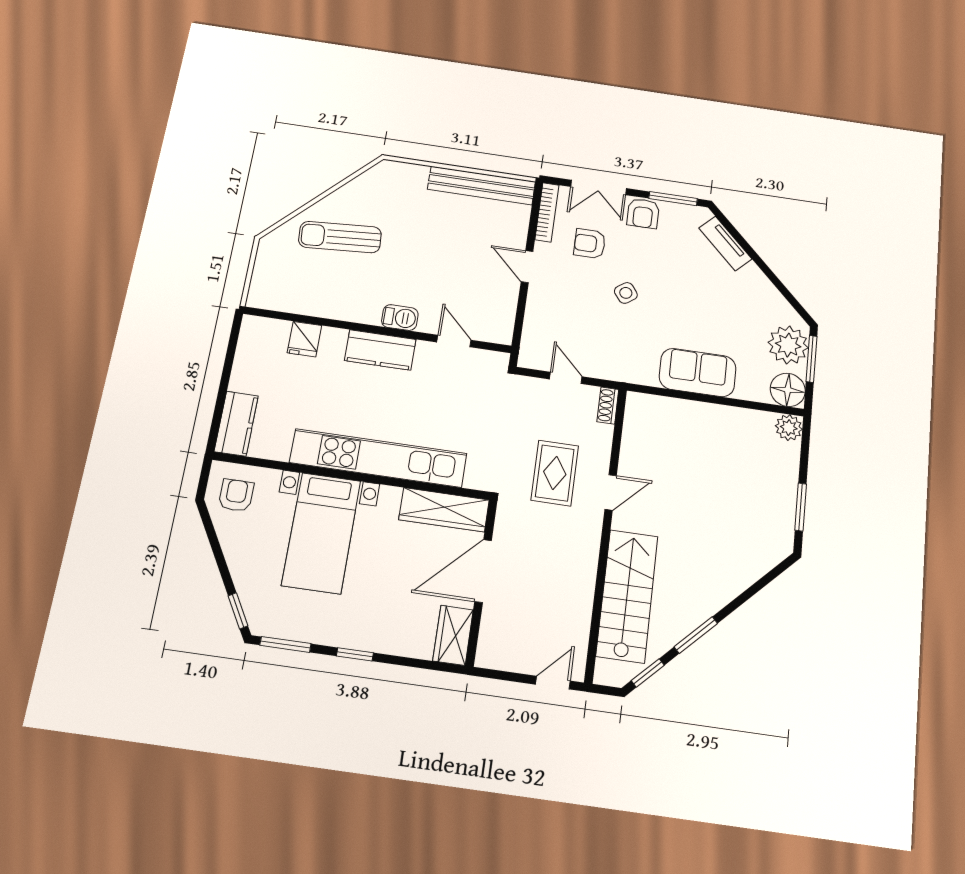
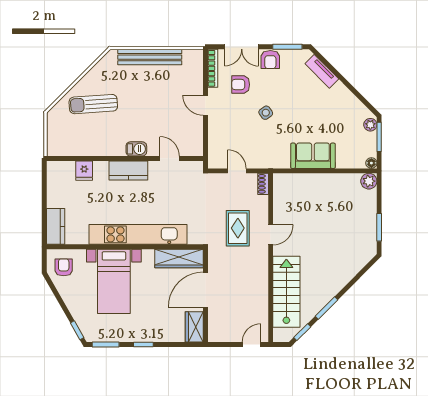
bench: (482, 185) -> (150, 57), moved
plant: (788, 345) -> (370, 125), width x0.53, depth x0.53
floor lamp: (788, 390) -> (371, 163), width x0.53, depth x0.53

